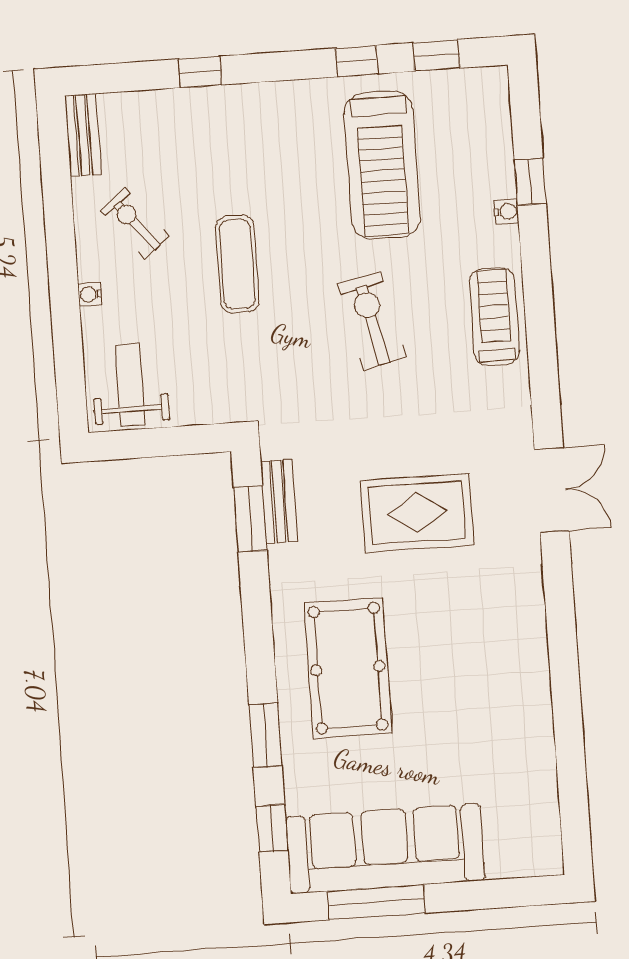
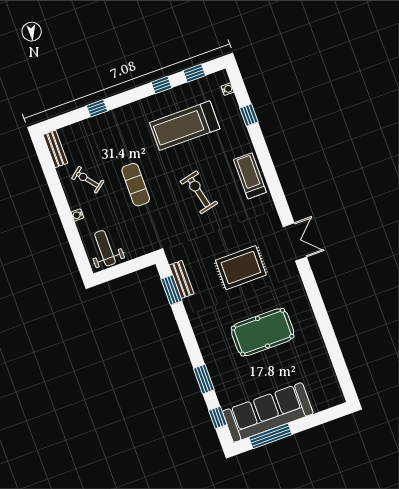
treadmill: (382, 165) -> (185, 126), turned 90
water cooler: (506, 211) -> (227, 89), moved
pool table: (348, 668) -> (263, 332), moved, turned 90

